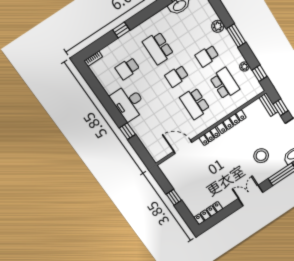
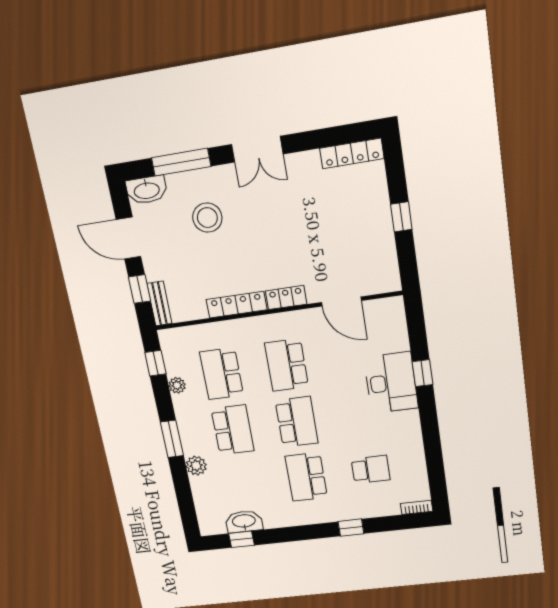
school desk: (158, 48) -> (306, 477), turned 180
school desk: (207, 56) -> (233, 430), width x1.85
school desk: (177, 76) -> (297, 422), width x1.85
desk: (129, 103) -> (391, 383), moved
school desk: (195, 103) -> (287, 365), turned 180

